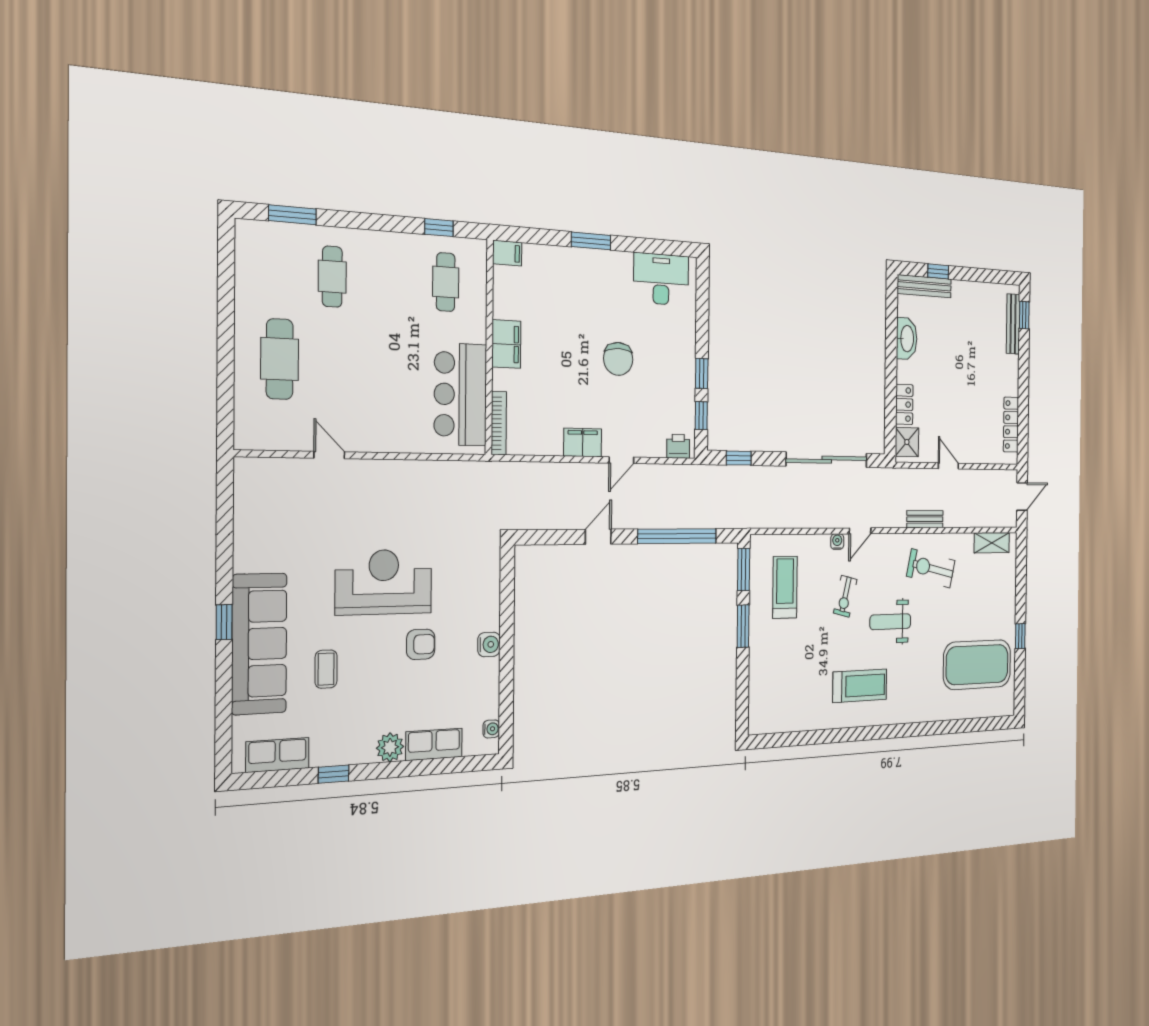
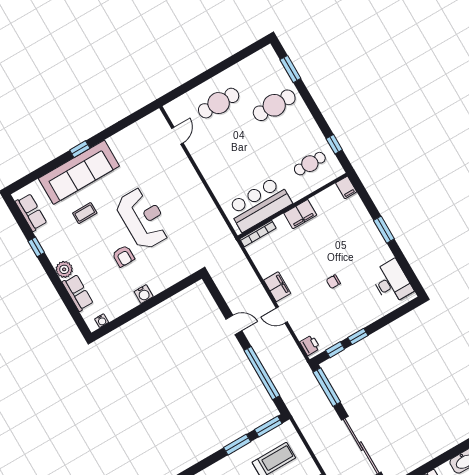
cafe table: (332, 277) -> (274, 105), width x1.37, depth x1.35
chair: (618, 359) -> (333, 282), width x0.54, depth x0.54
door: (329, 455) -> (177, 136), moved
window: (739, 458) -> (327, 387), width x2.17

